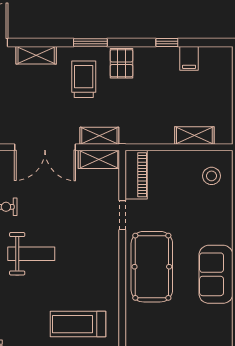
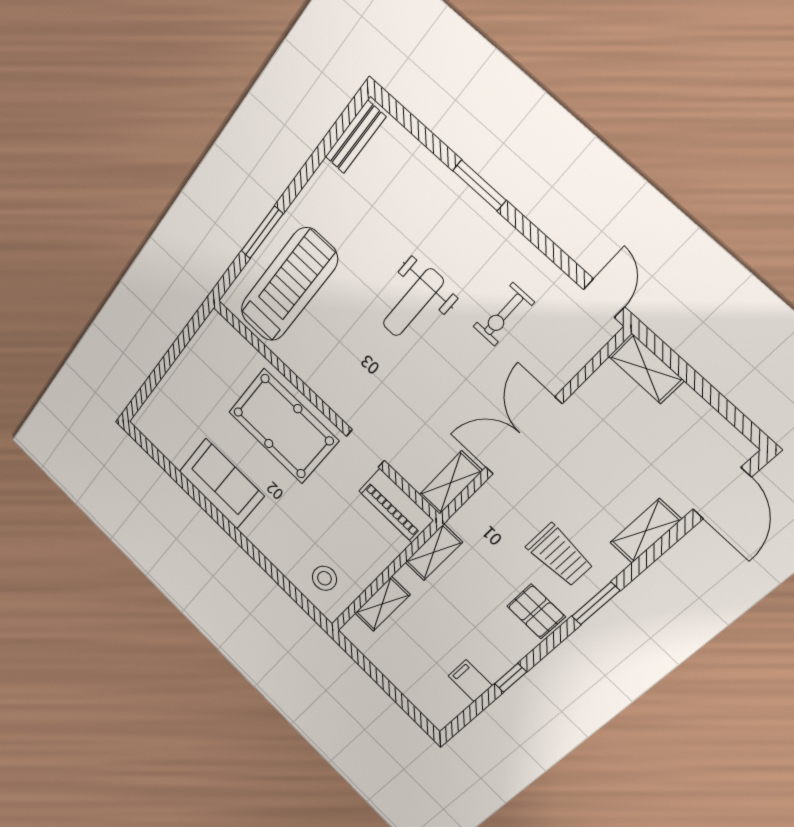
shelving: (99, 136) -> (434, 552), moved
treadmill: (78, 324) -> (288, 285), width x1.37, depth x1.38

